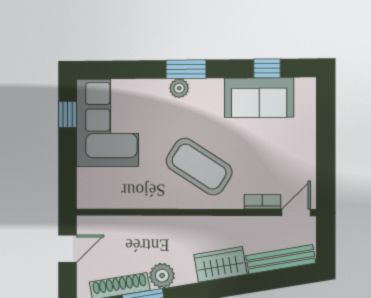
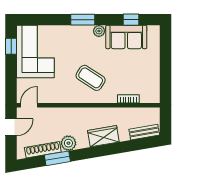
plant: (179, 88) -> (99, 31), moved
coffee table: (199, 167) -> (91, 78), width x0.73, depth x0.76
door: (296, 213) -> (29, 105), moved
bench: (281, 259) -> (144, 132), width x0.73

